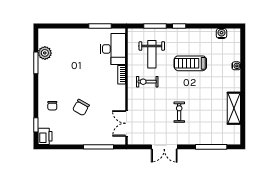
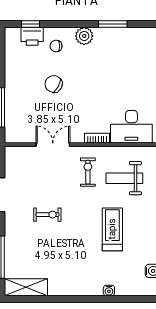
plant: (45, 53) -> (84, 36), moved
shelving: (234, 108) -> (26, 287), moved
double door: (126, 123) -> (53, 145), moved
printer: (45, 136) -> (32, 36), moved

